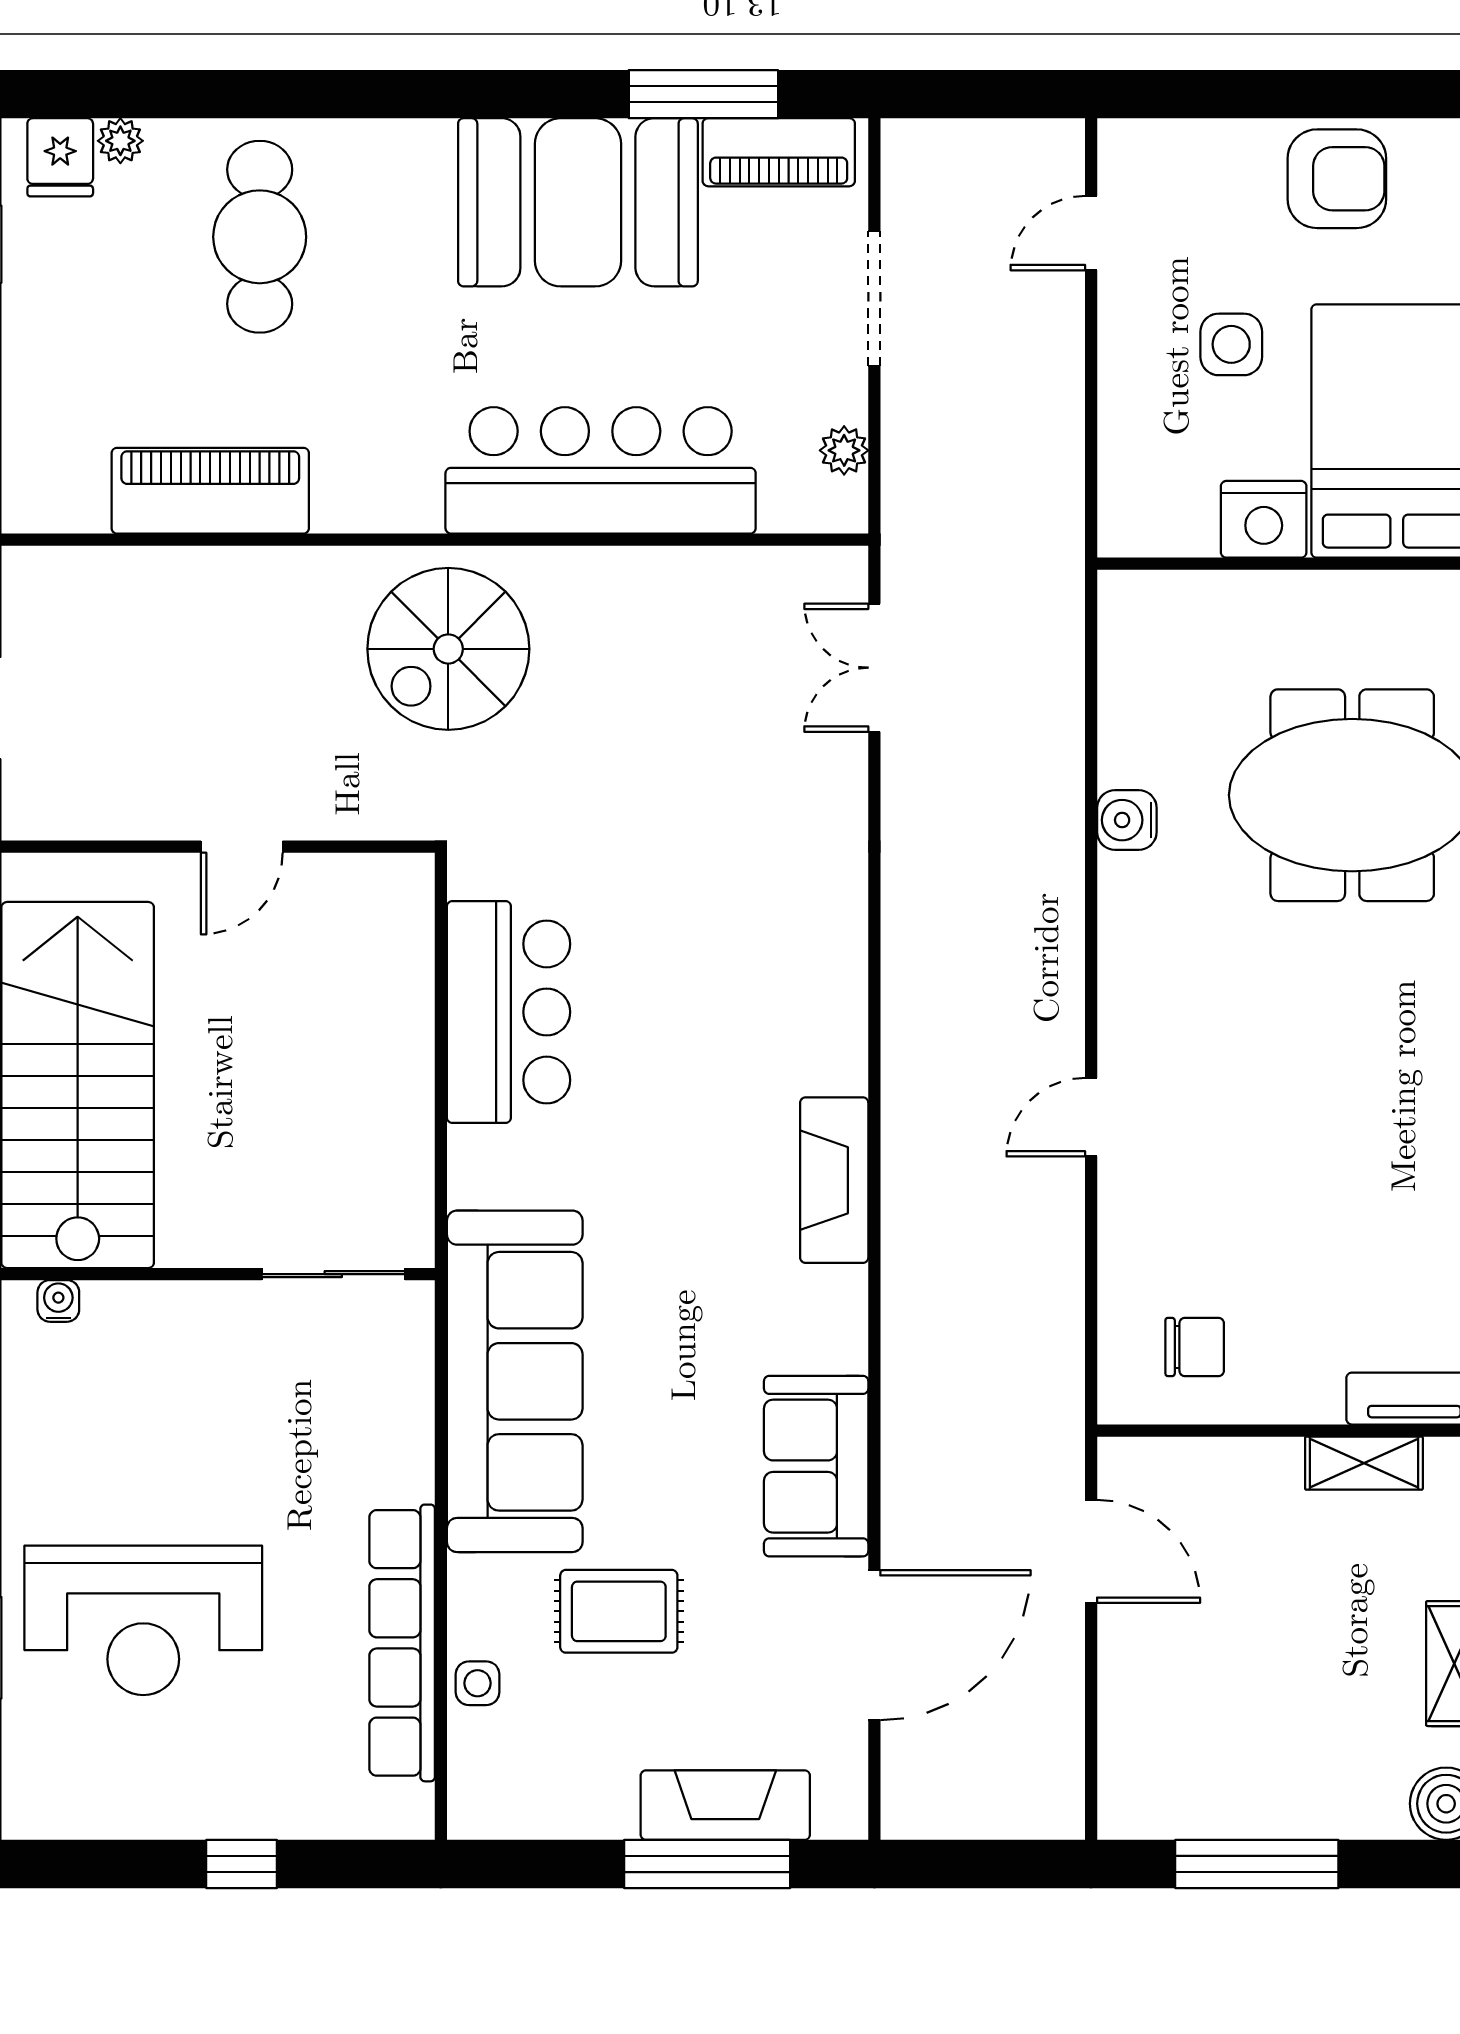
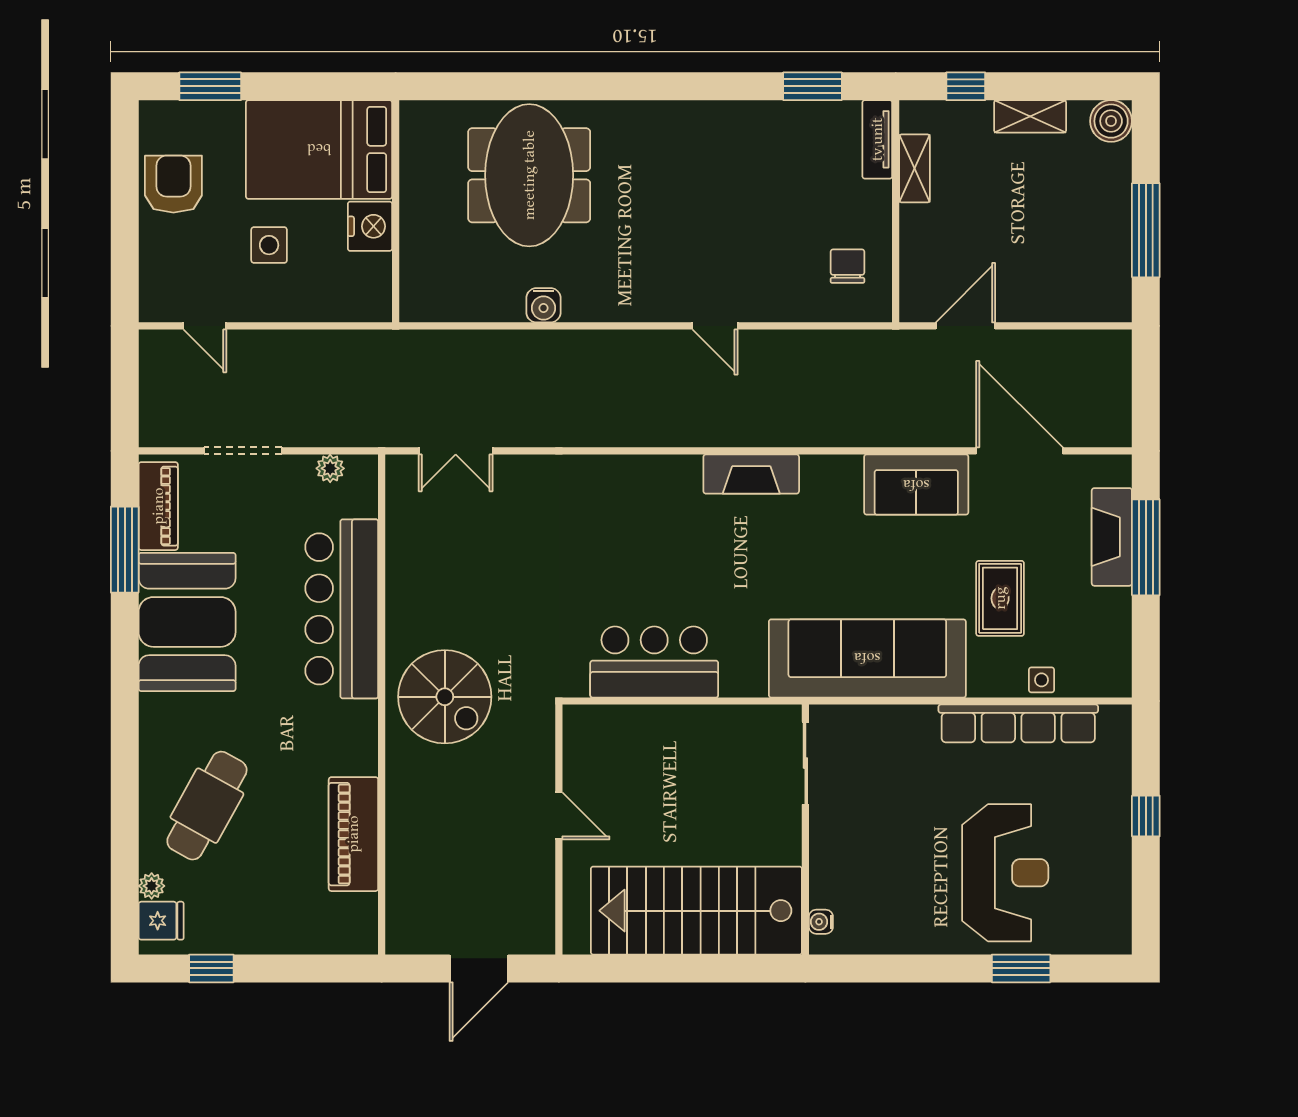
cafe table: (260, 237) -> (207, 806), turned -61

